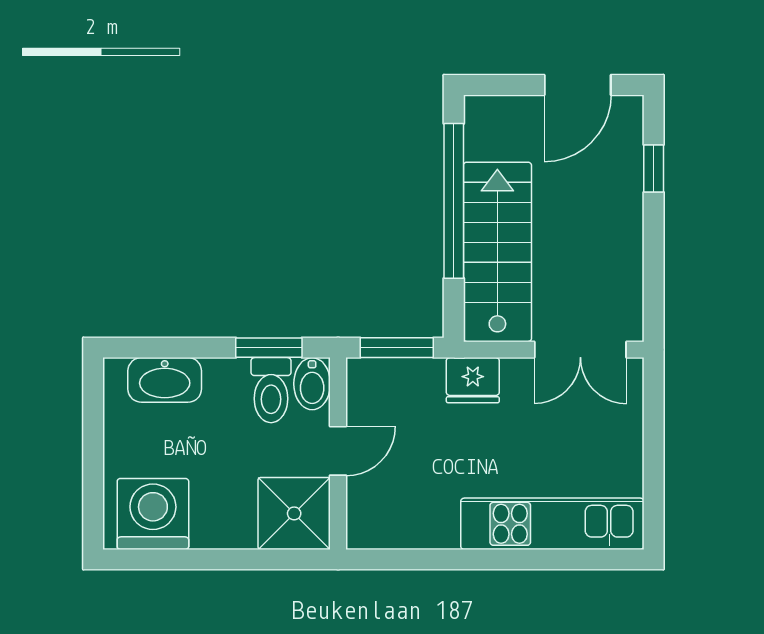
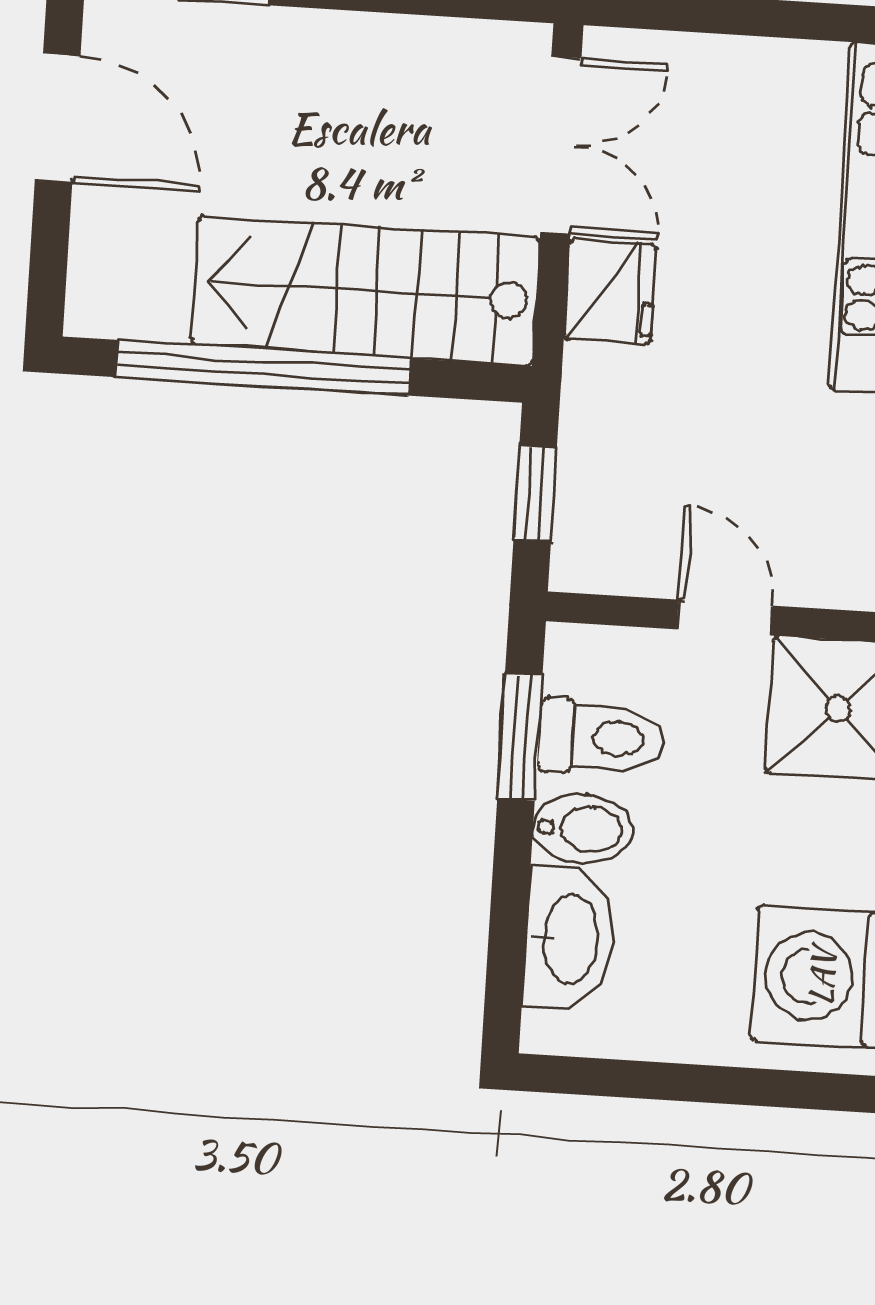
window: (397, 348) -> (535, 494), width x0.67
fridge: (473, 380) -> (610, 292), moved
bidet: (312, 384) -> (583, 829), moved

